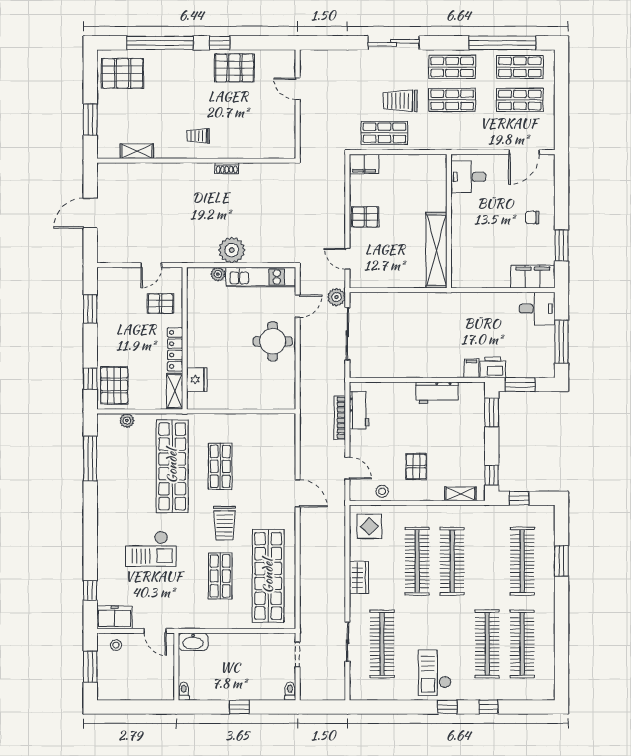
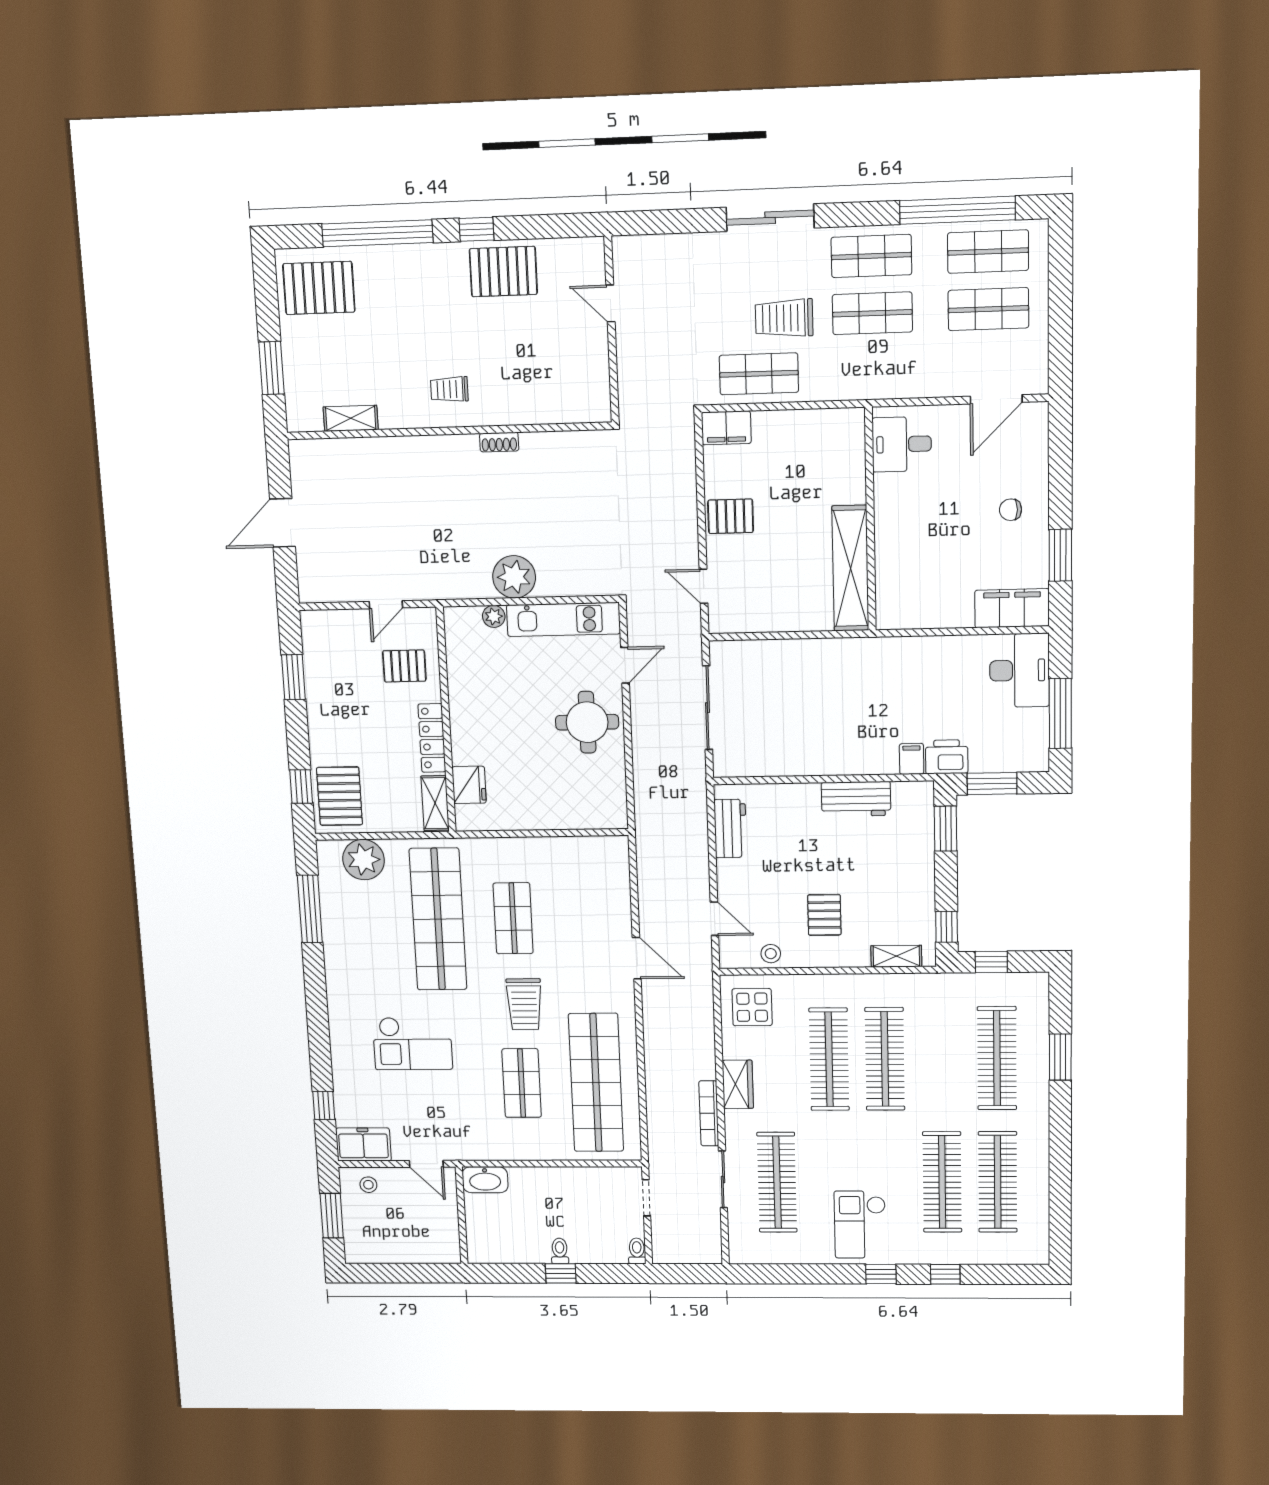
plant: (336, 297) -> (688, 649), removed
desk: (537, 309) -> (1020, 670), width x1.37
bookcase: (340, 418) -> (709, 1113), moved
plant: (127, 421) -> (364, 860), width x1.87, depth x1.87
toilet: (184, 691) -> (560, 1251), moved

